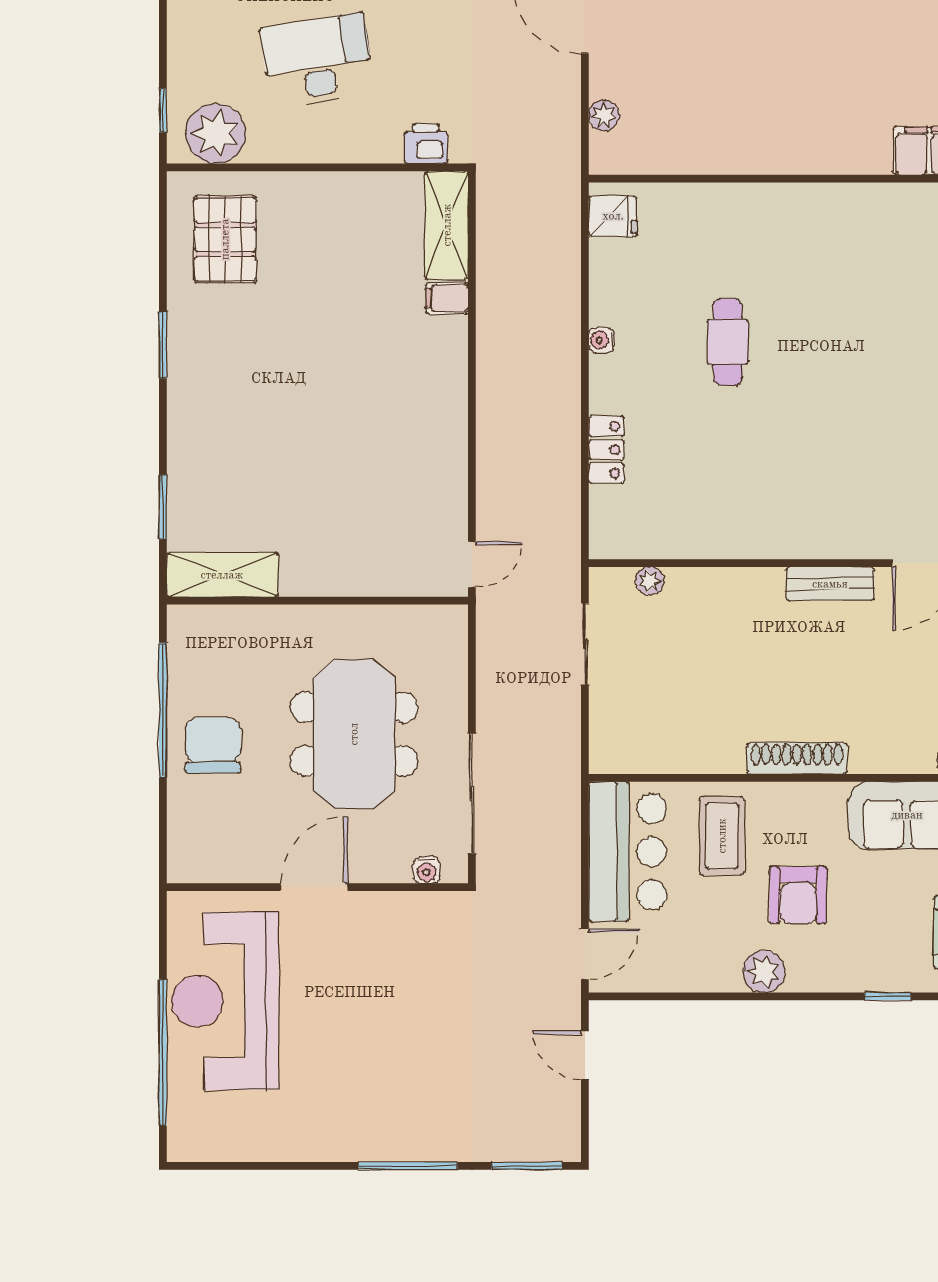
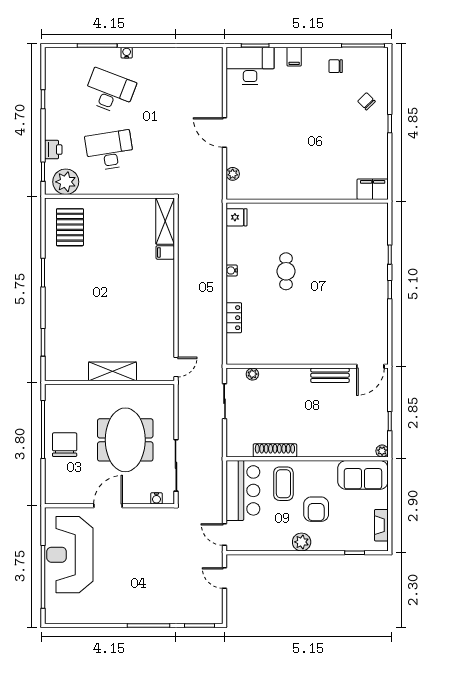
printer: (426, 144) -> (53, 150), moved, turned 90
shelving: (222, 575) -> (112, 371), moved
shoe rack: (797, 759) -> (275, 450), moved
door: (585, 954) -> (225, 534), swing flipped

